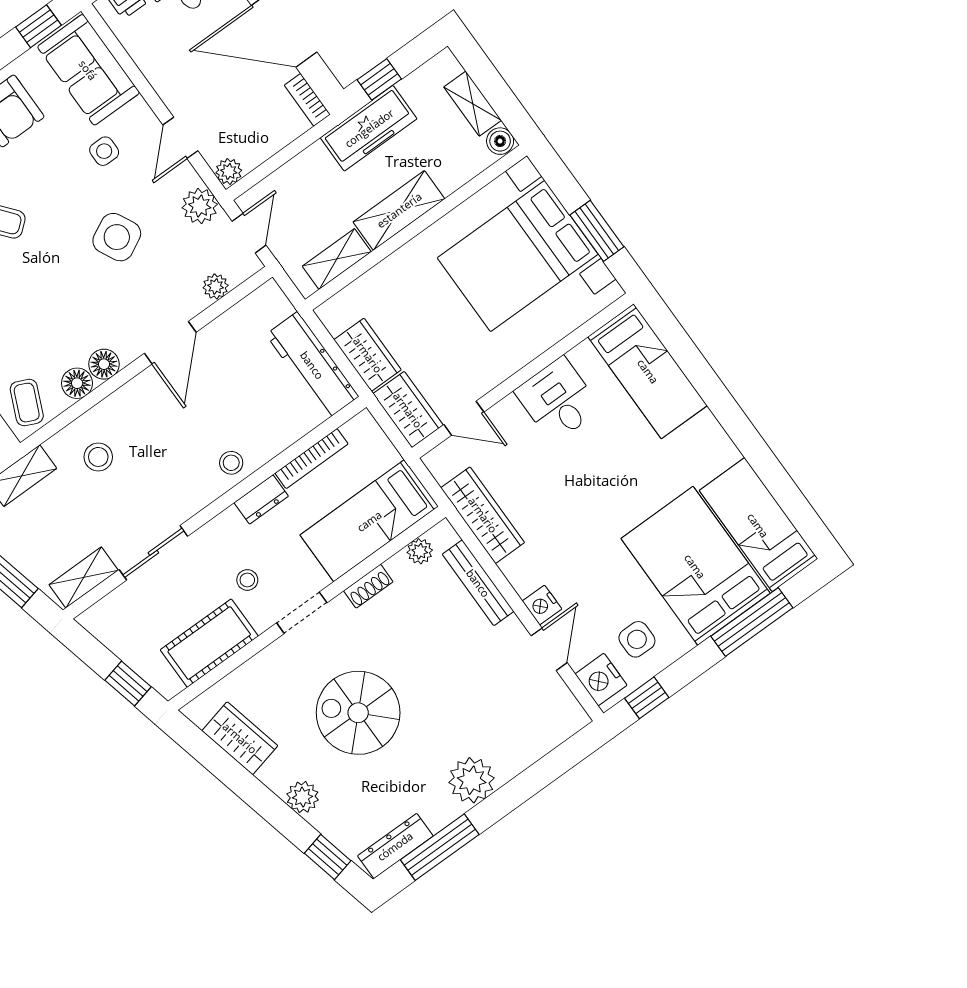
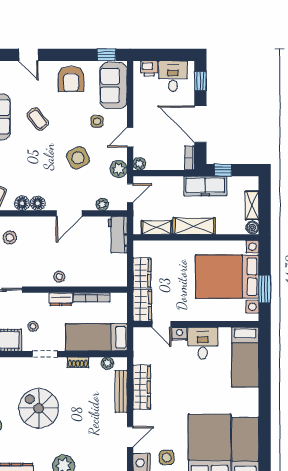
workbench: (312, 365) -> (118, 235), moved, width x0.73
wardrobe: (483, 515) -> (142, 387), moved
nightstand: (542, 605) -> (179, 334), moved, turned 90

